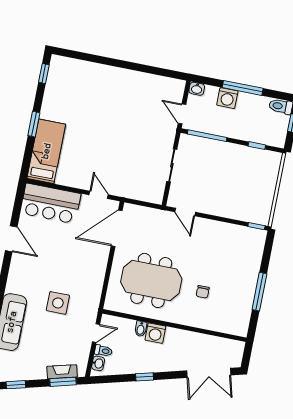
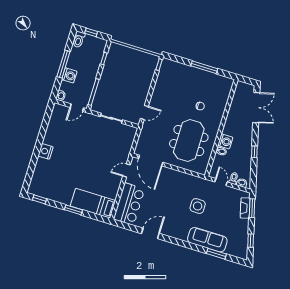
nightstand: (114, 75) -> (46, 151), added

